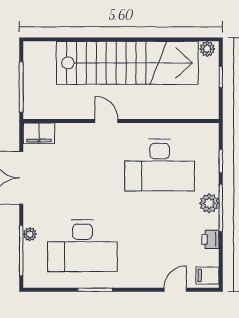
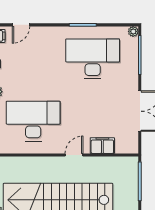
door: (106, 121) -> (74, 155), swing flipped
filing cabinet: (39, 133) -> (102, 146), moved
plant: (30, 234) -> (133, 31), moved

